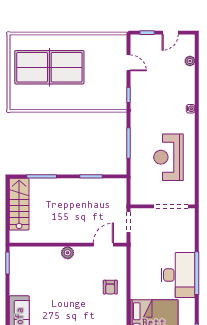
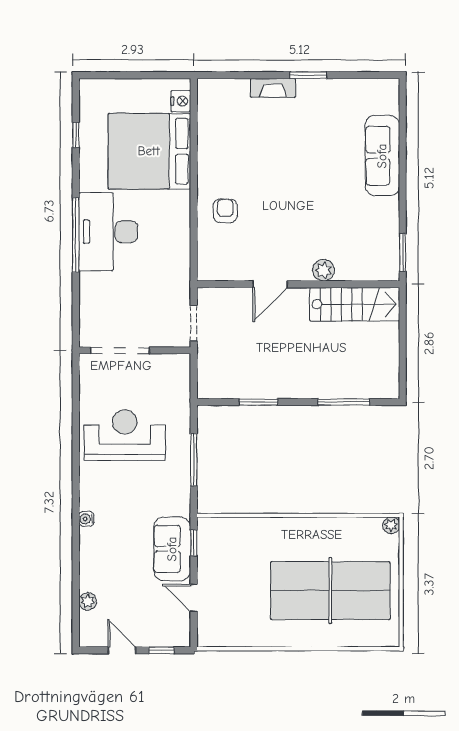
door: (170, 33) -> (122, 650), hinge flipped
sofa: (141, 91) -> (172, 549), added
plant: (14, 105) -> (391, 525), added
reception desk: (168, 157) -> (125, 435), turned -90
stairs: (19, 204) -> (355, 304), moved, turned -90
door: (103, 245) -> (270, 284), moved
plant: (68, 253) -> (323, 270), moved

